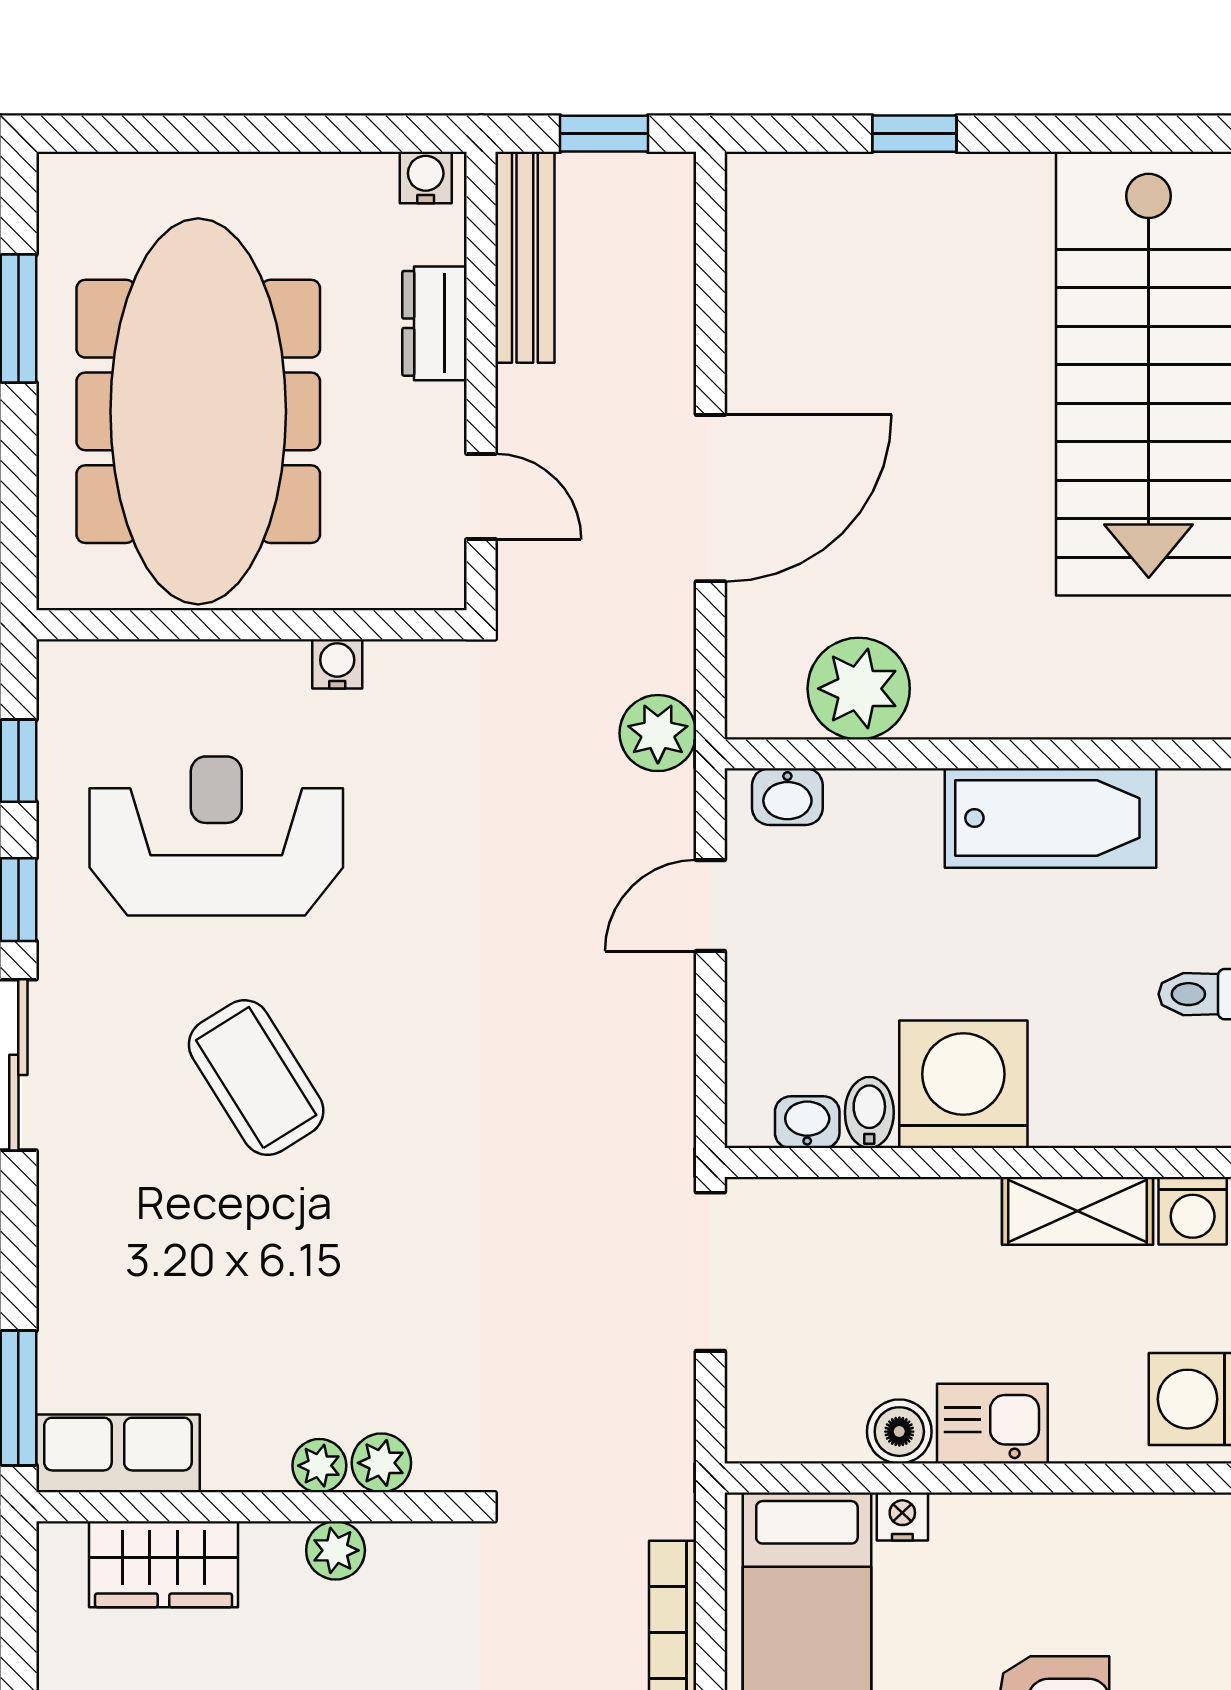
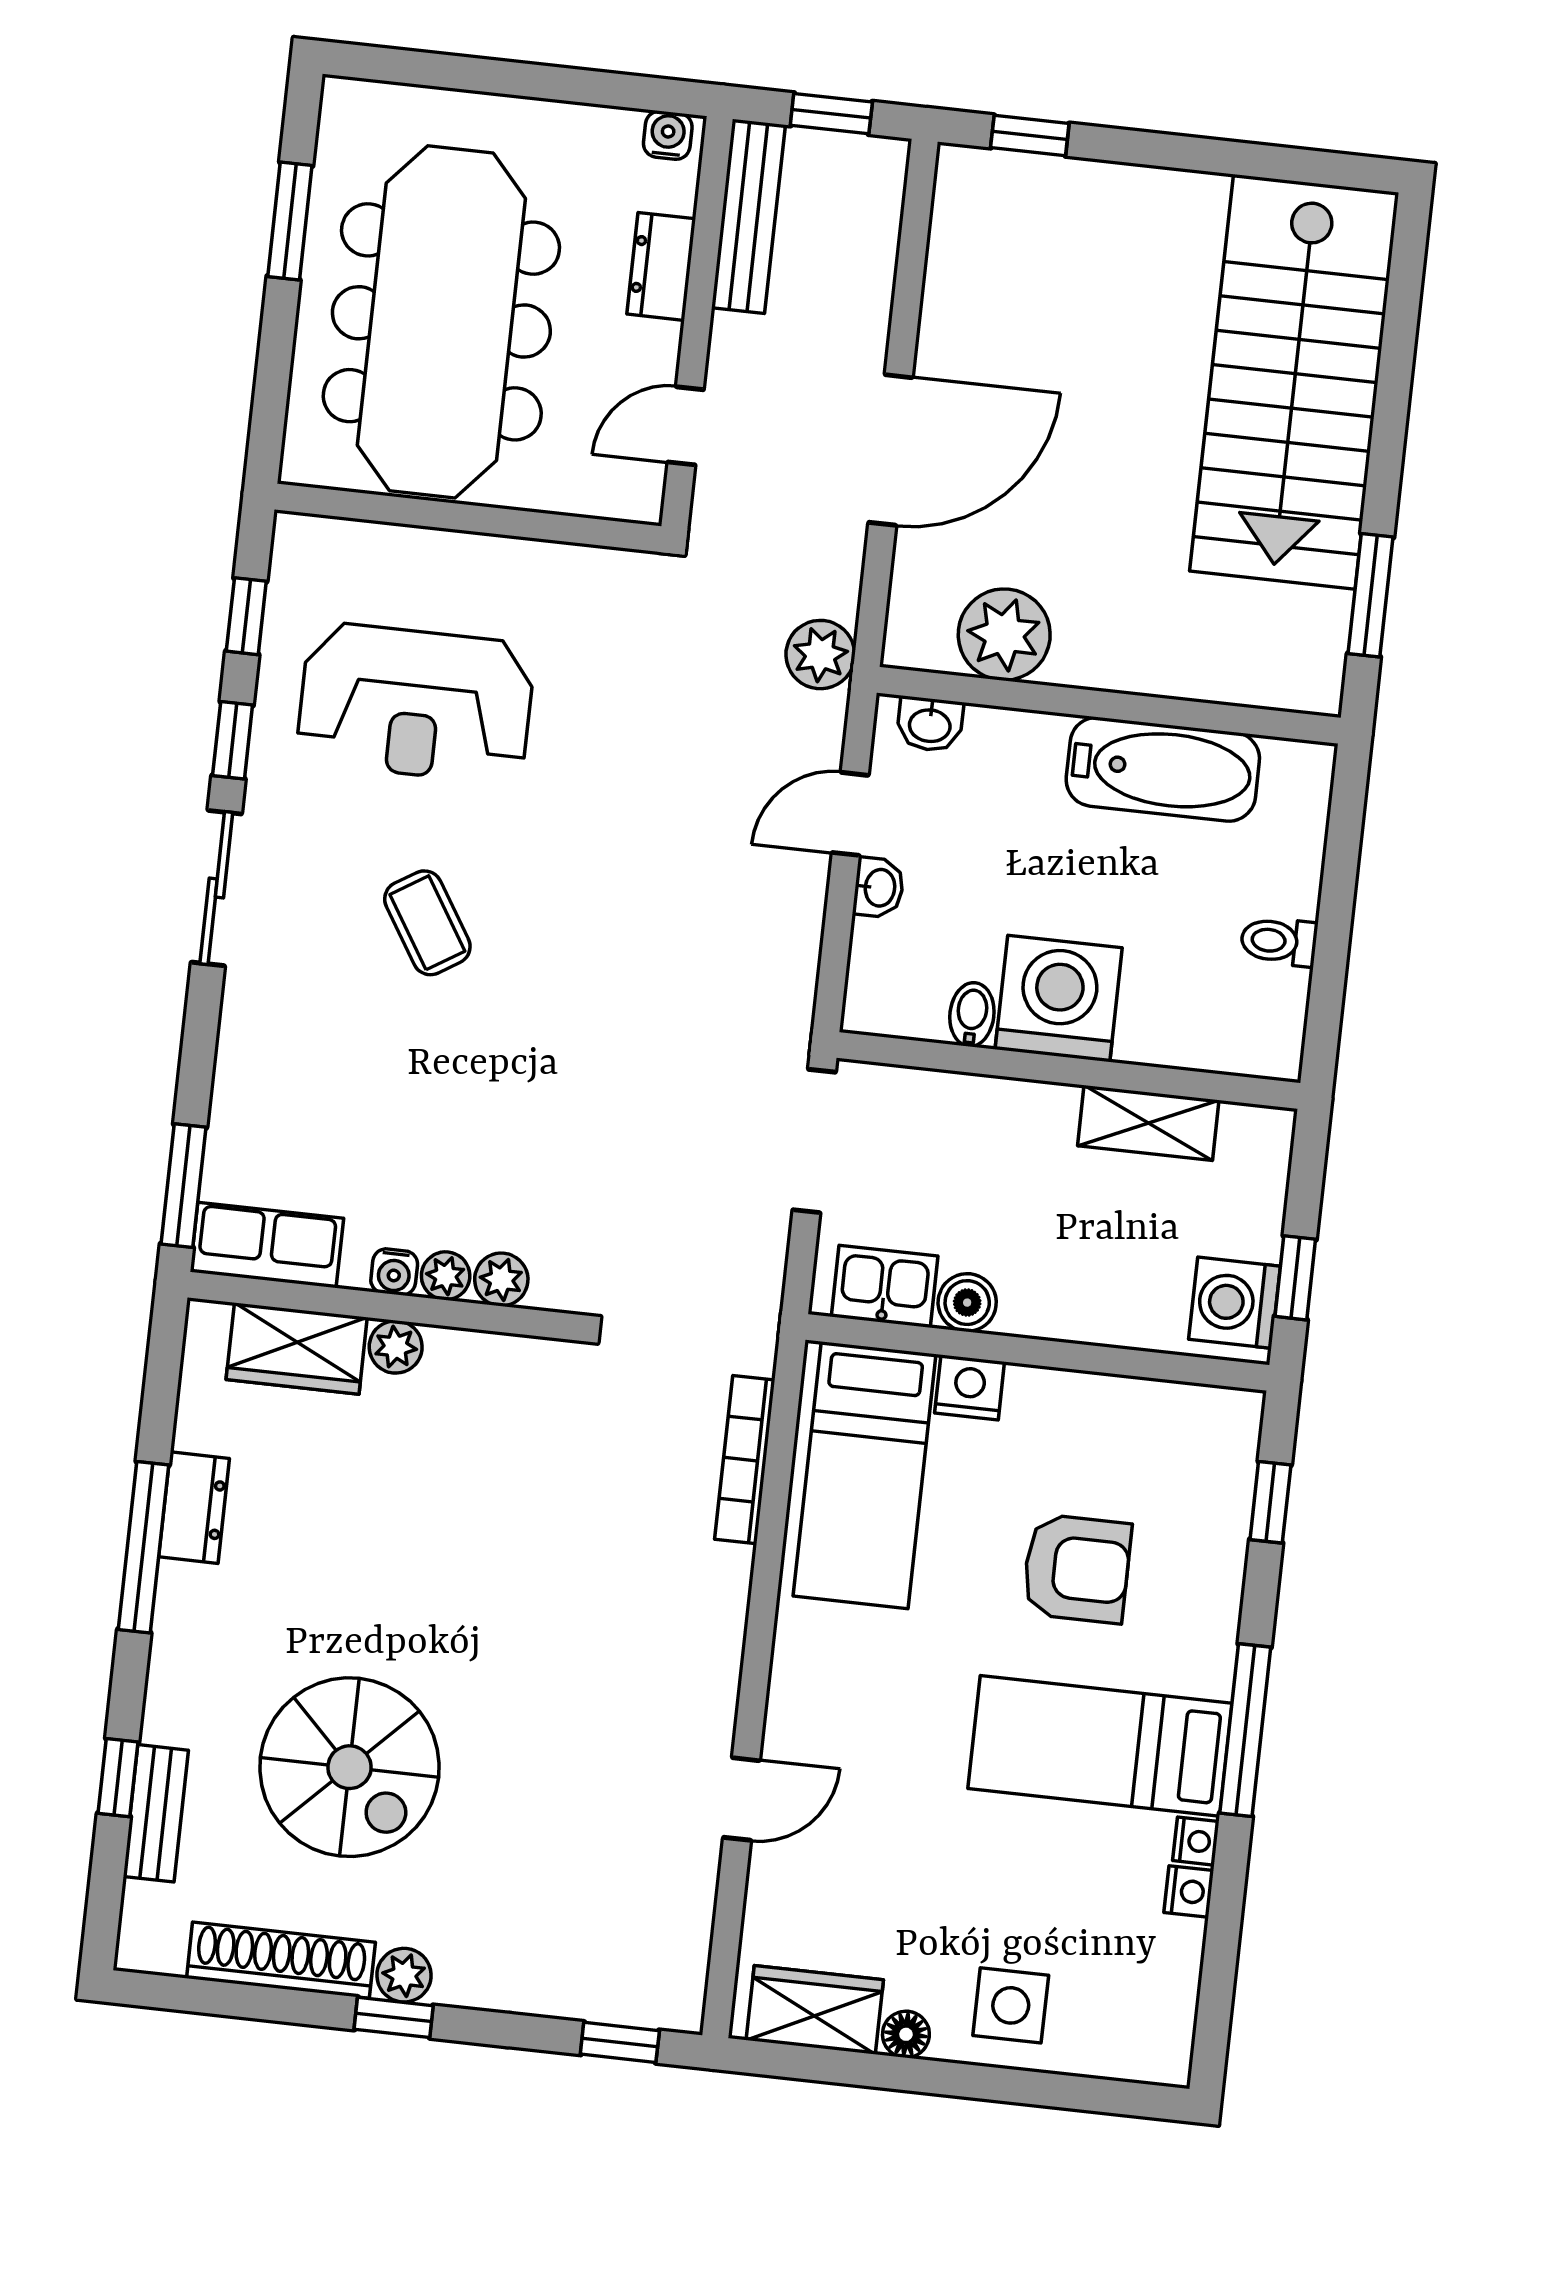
window: (914, 134) -> (1030, 136), moved
door: (481, 497) -> (686, 426), swing flipped
water cooler: (337, 664) -> (394, 1272), moved, turned 180
reception desk: (216, 836) -> (416, 703), turned 180
coffee table: (256, 1078) -> (427, 923), width x0.73, depth x0.77
washbasin: (807, 1122) -> (879, 888), moved, turned 90
washing machine: (1193, 1211) -> (1251, 1134), removed
kitchen sink: (992, 1424) -> (885, 1286), moved
nightstand: (902, 1517) -> (970, 1387), width x1.39, depth x1.35
plant: (336, 1550) -> (396, 1347), moved

